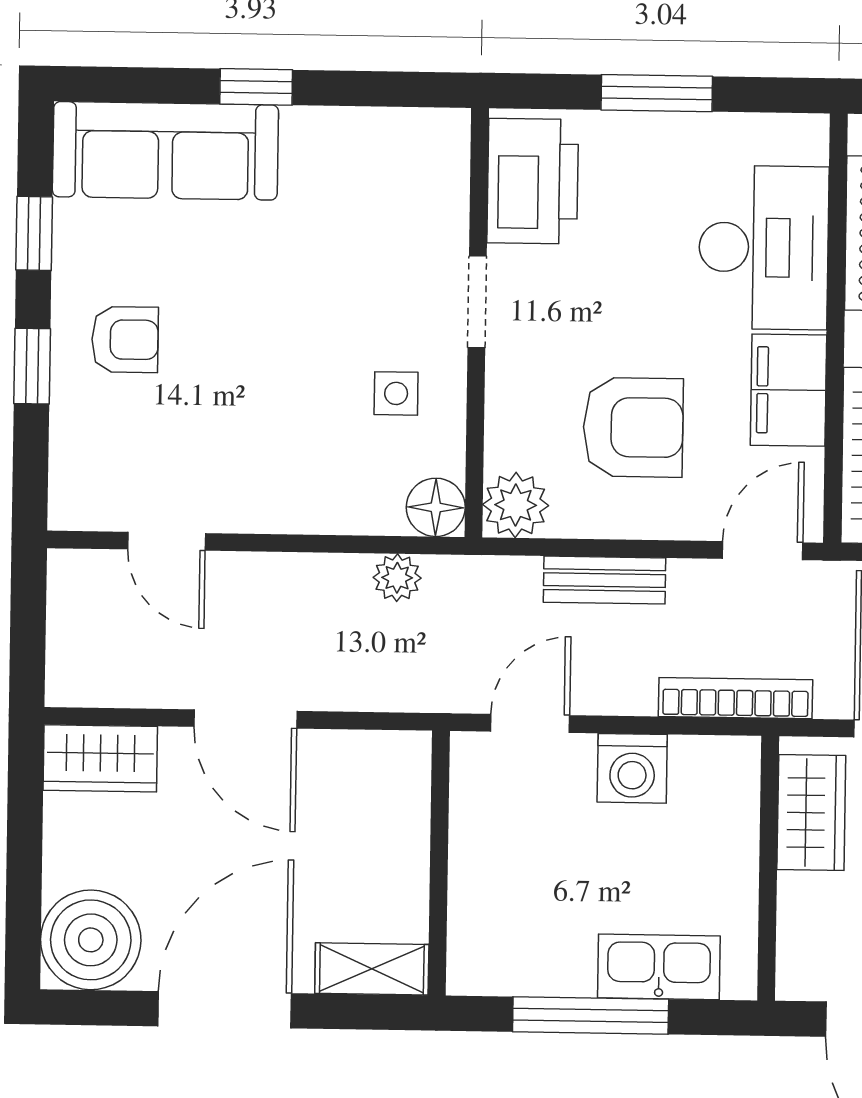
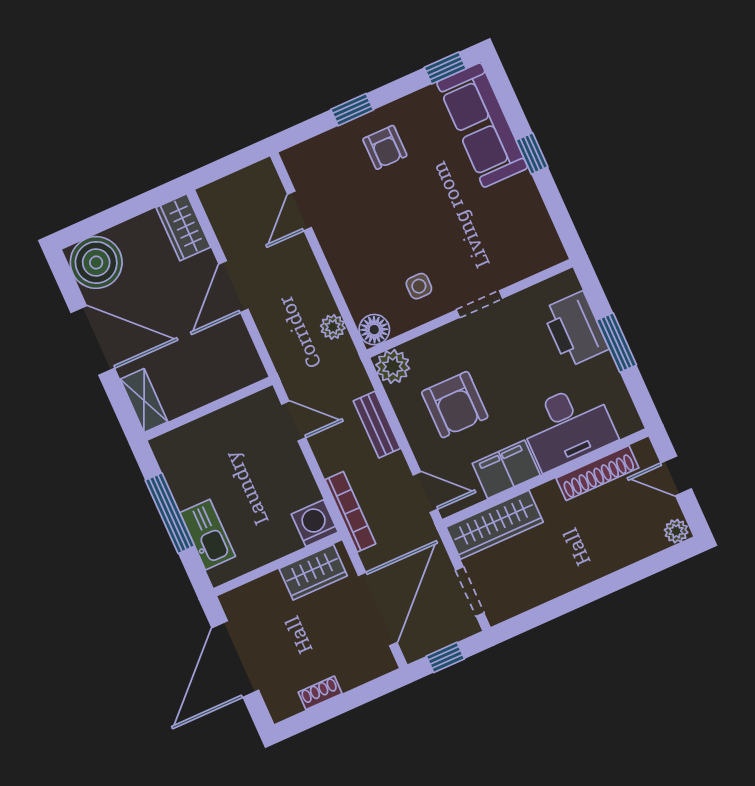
printer: (533, 181) -> (575, 329), moved, turned 90
window: (34, 233) -> (445, 68), moved
washing machine: (632, 768) -> (315, 523), moved, turned 90

